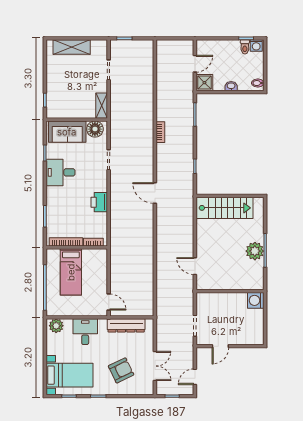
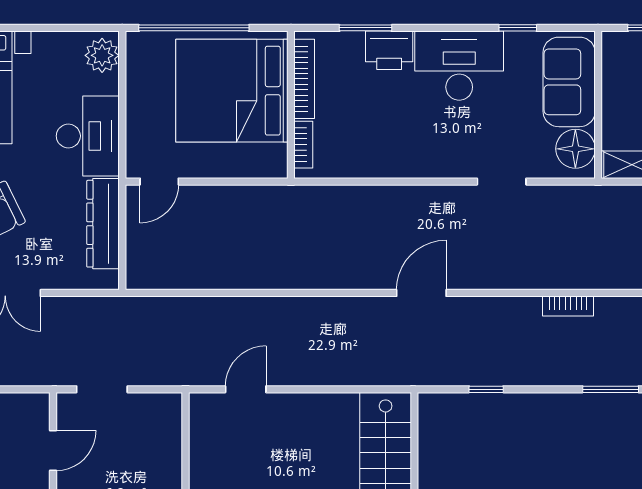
desk: (60, 172) -> (459, 66), width x1.37
printer: (99, 202) -> (389, 50), moved, turned 180
bed: (71, 272) -> (232, 91), width x2.04
desk: (85, 332) -> (88, 136), width x1.37
door: (220, 346) -> (53, 451), swing flipped

